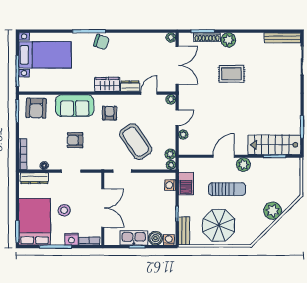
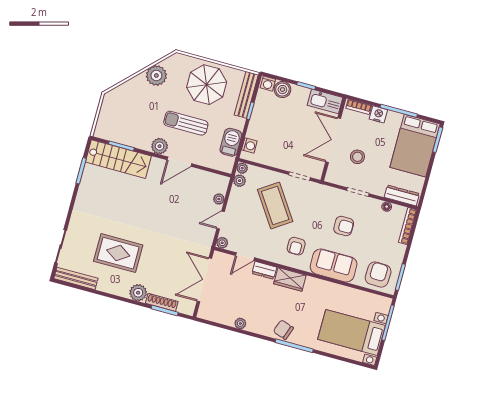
plant: (171, 37) -> (240, 324), moved
rug: (232, 74) -> (118, 253), moved, width x1.36, depth x1.43
stool: (64, 210) -> (357, 157), moved
plant: (273, 211) -> (156, 75), moved
bench: (184, 231) -> (246, 95), width x1.36
kitchen sink: (134, 238) -> (325, 101), moved

